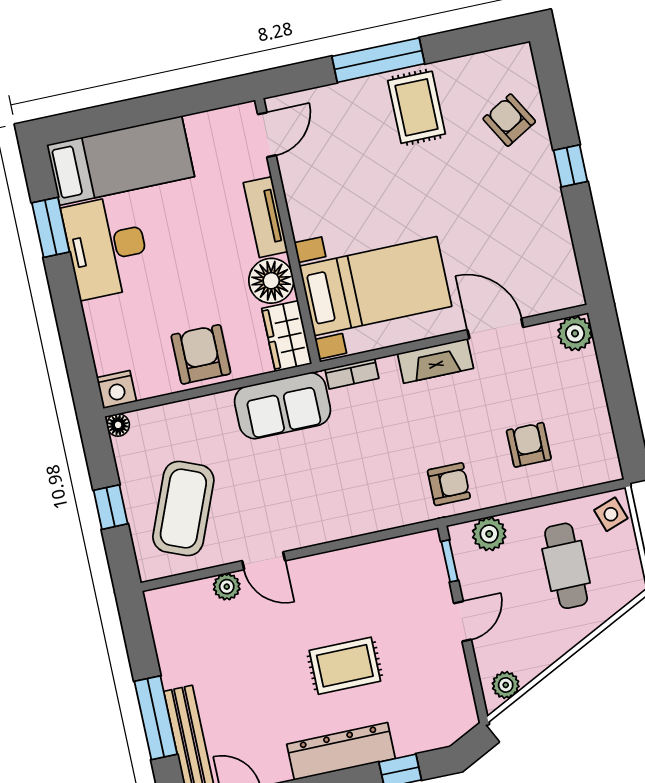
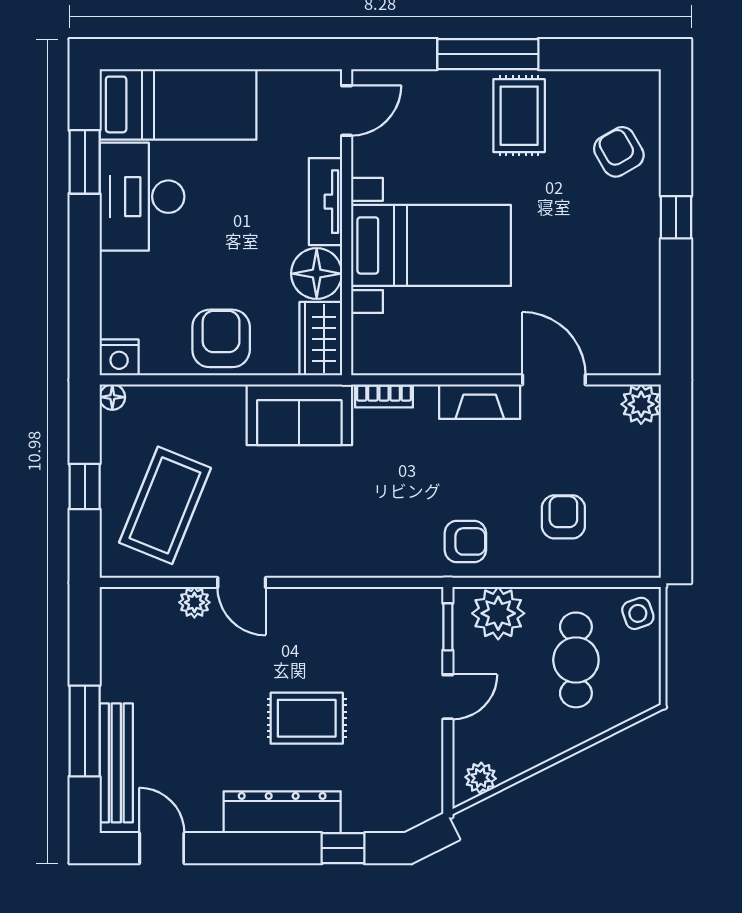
bed with nightstands: (375, 286) -> (431, 245), moved
plant: (489, 534) -> (498, 613), width x1.36, depth x1.36

